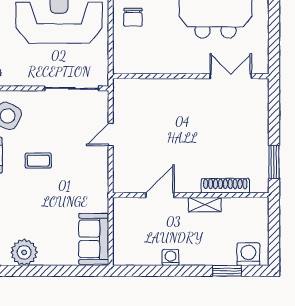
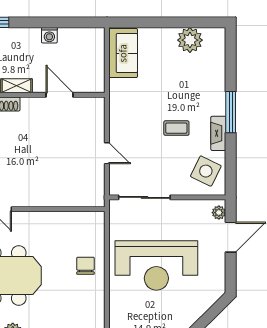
door: (111, 134) -> (107, 153), hinge flipped
door: (160, 195) -> (59, 95), swing flipped

